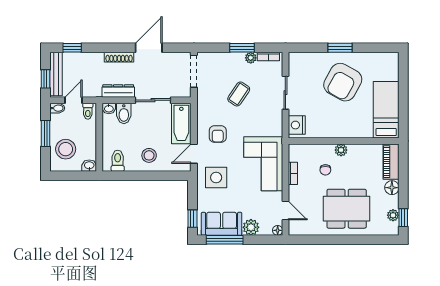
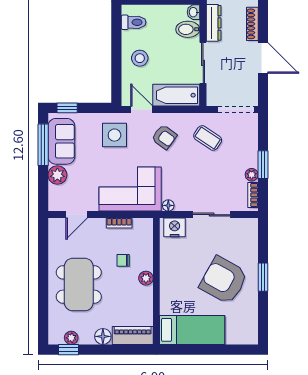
coffee table: (239, 94) -> (208, 138), moved
armchair: (218, 134) -> (164, 137), turned -144
floor lamp: (278, 230) -> (168, 205), moved

